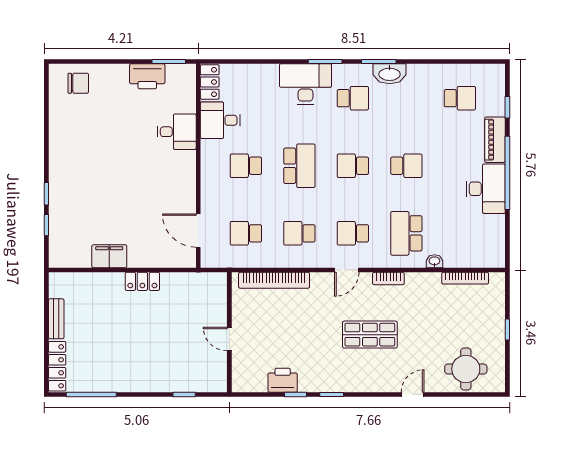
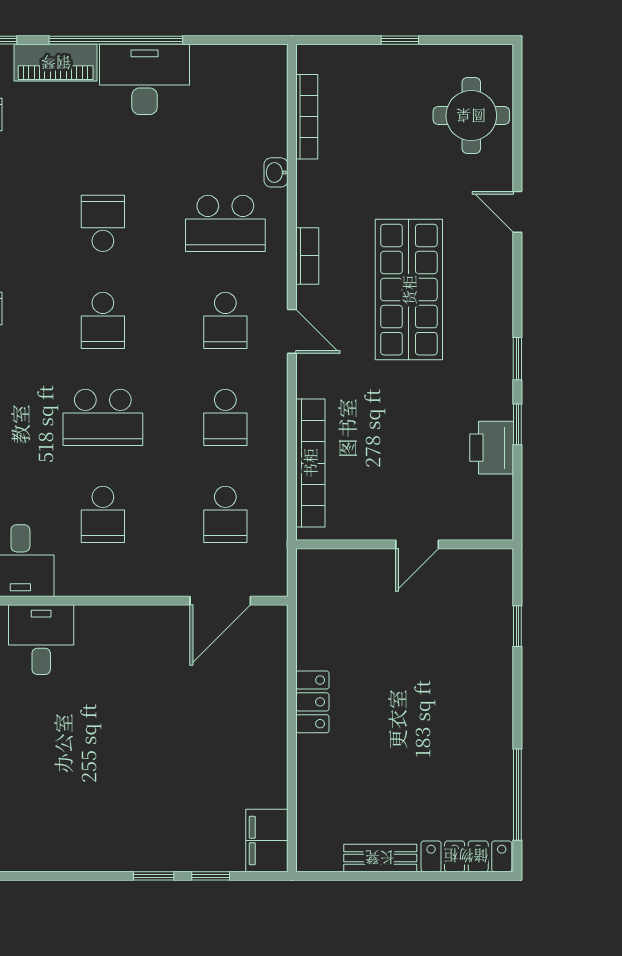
school desk: (299, 166) -> (103, 417), turned 180
filing cabinet: (109, 256) -> (267, 841), moved
shop shelf: (370, 335) -> (409, 290), width x1.43, depth x1.36

